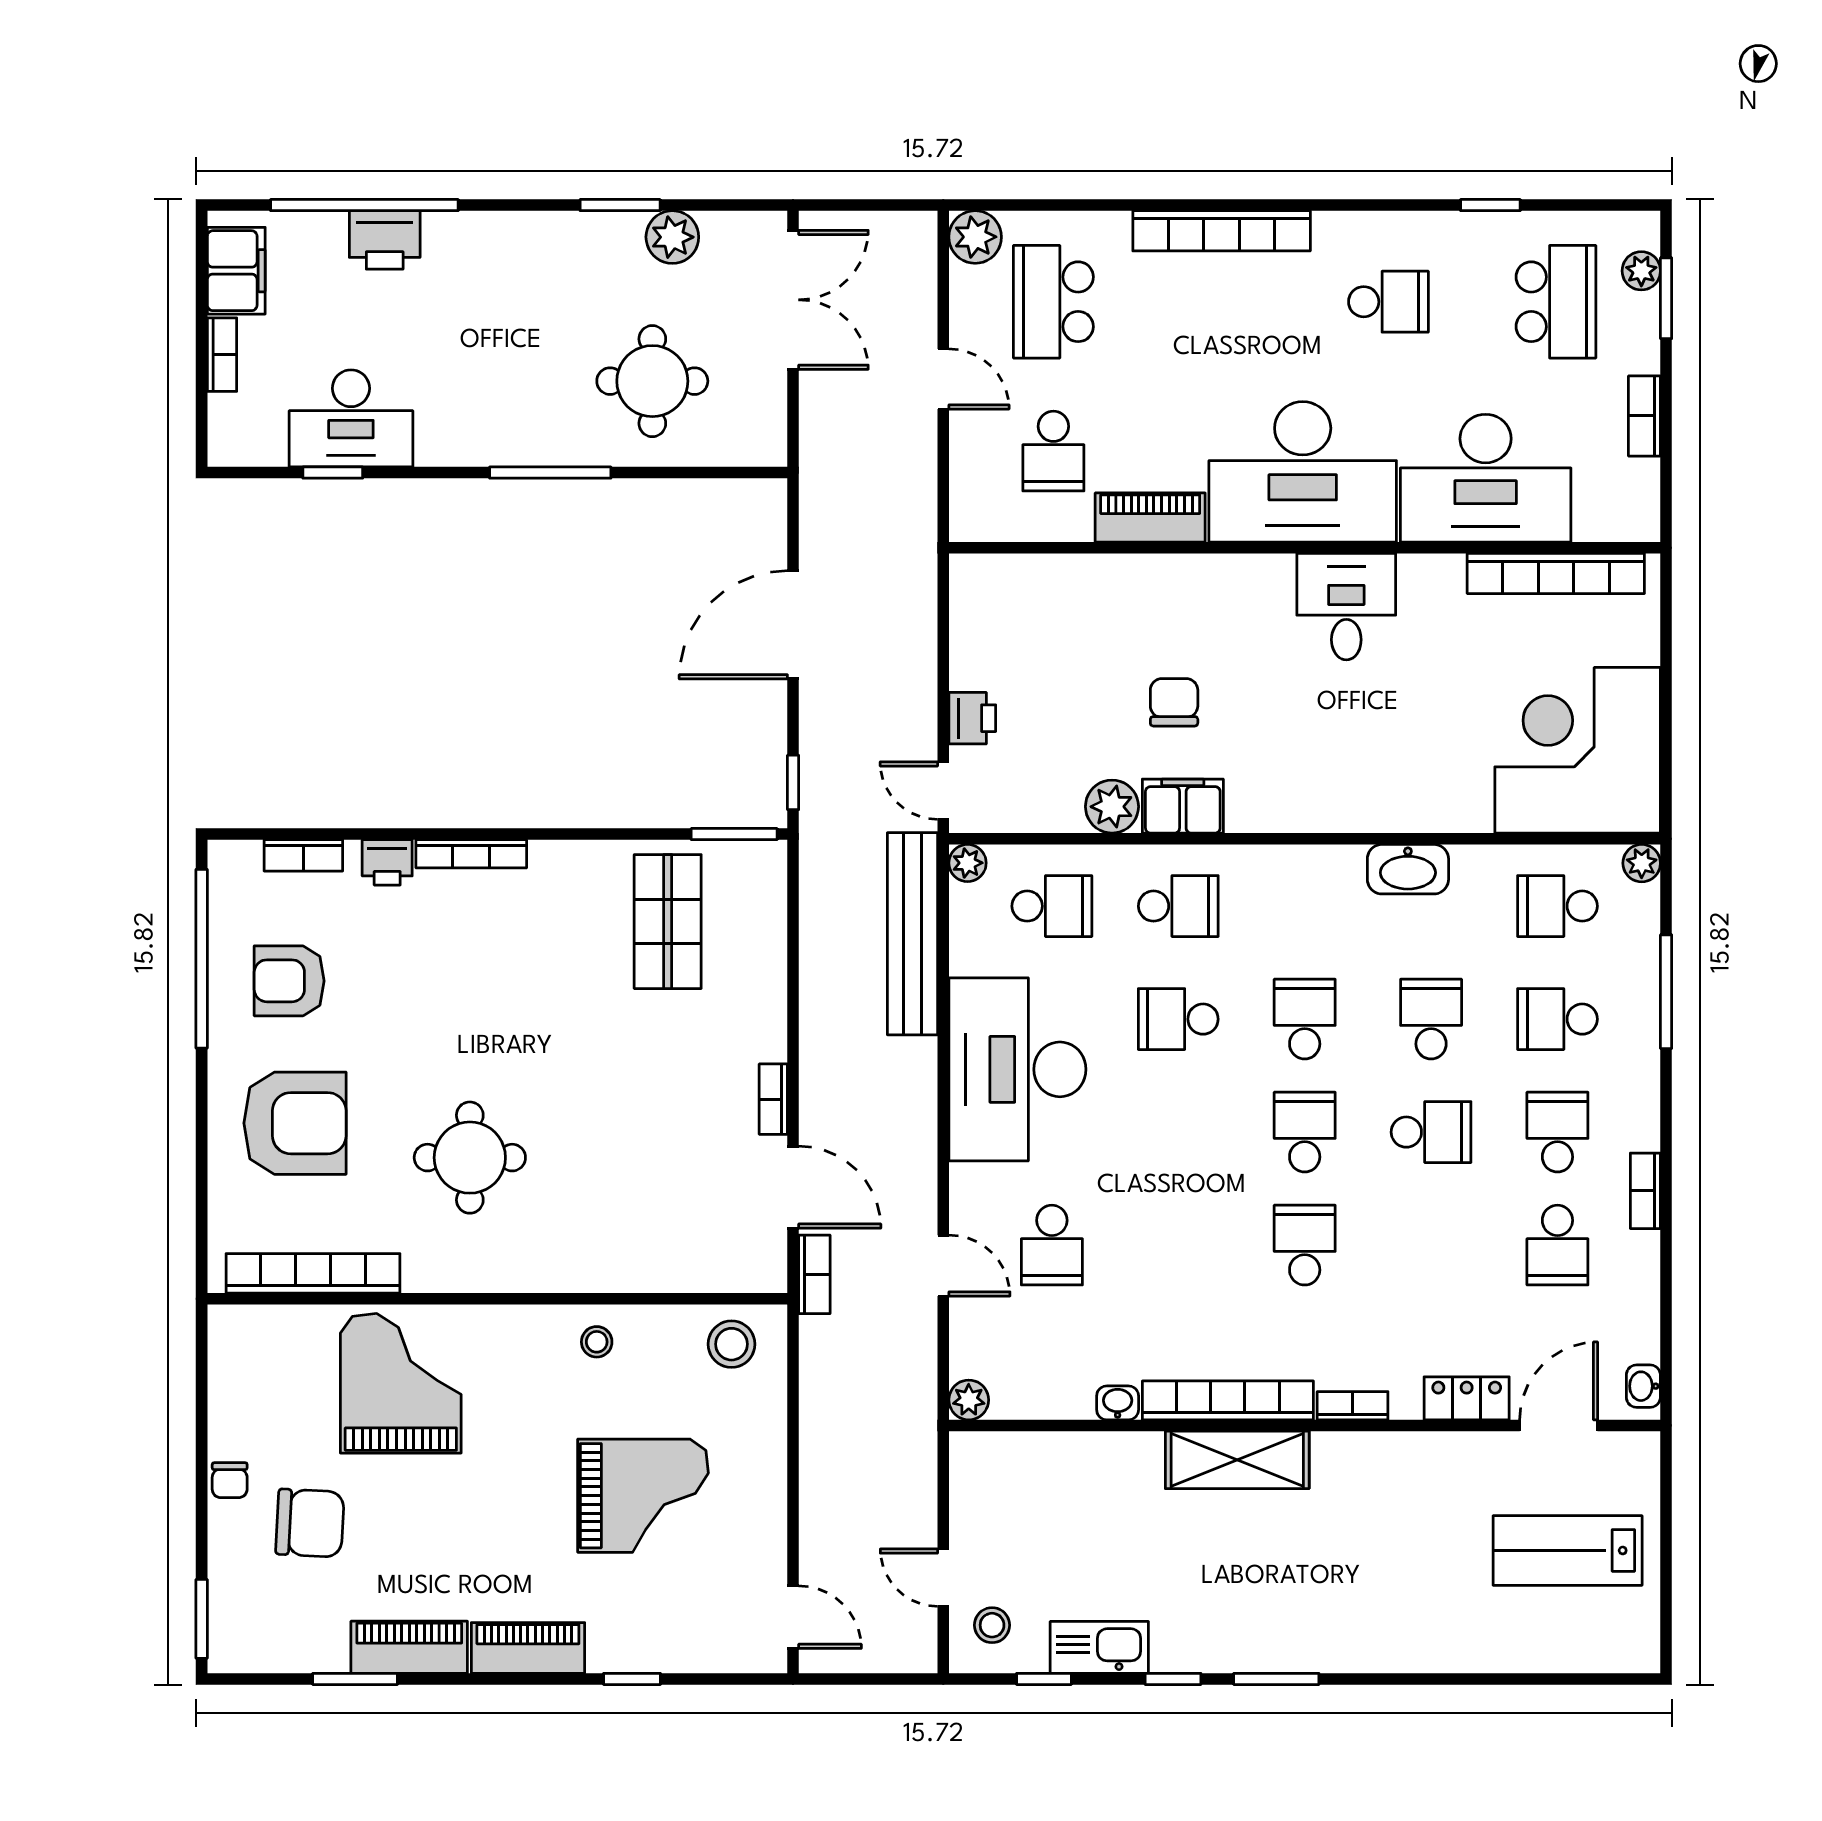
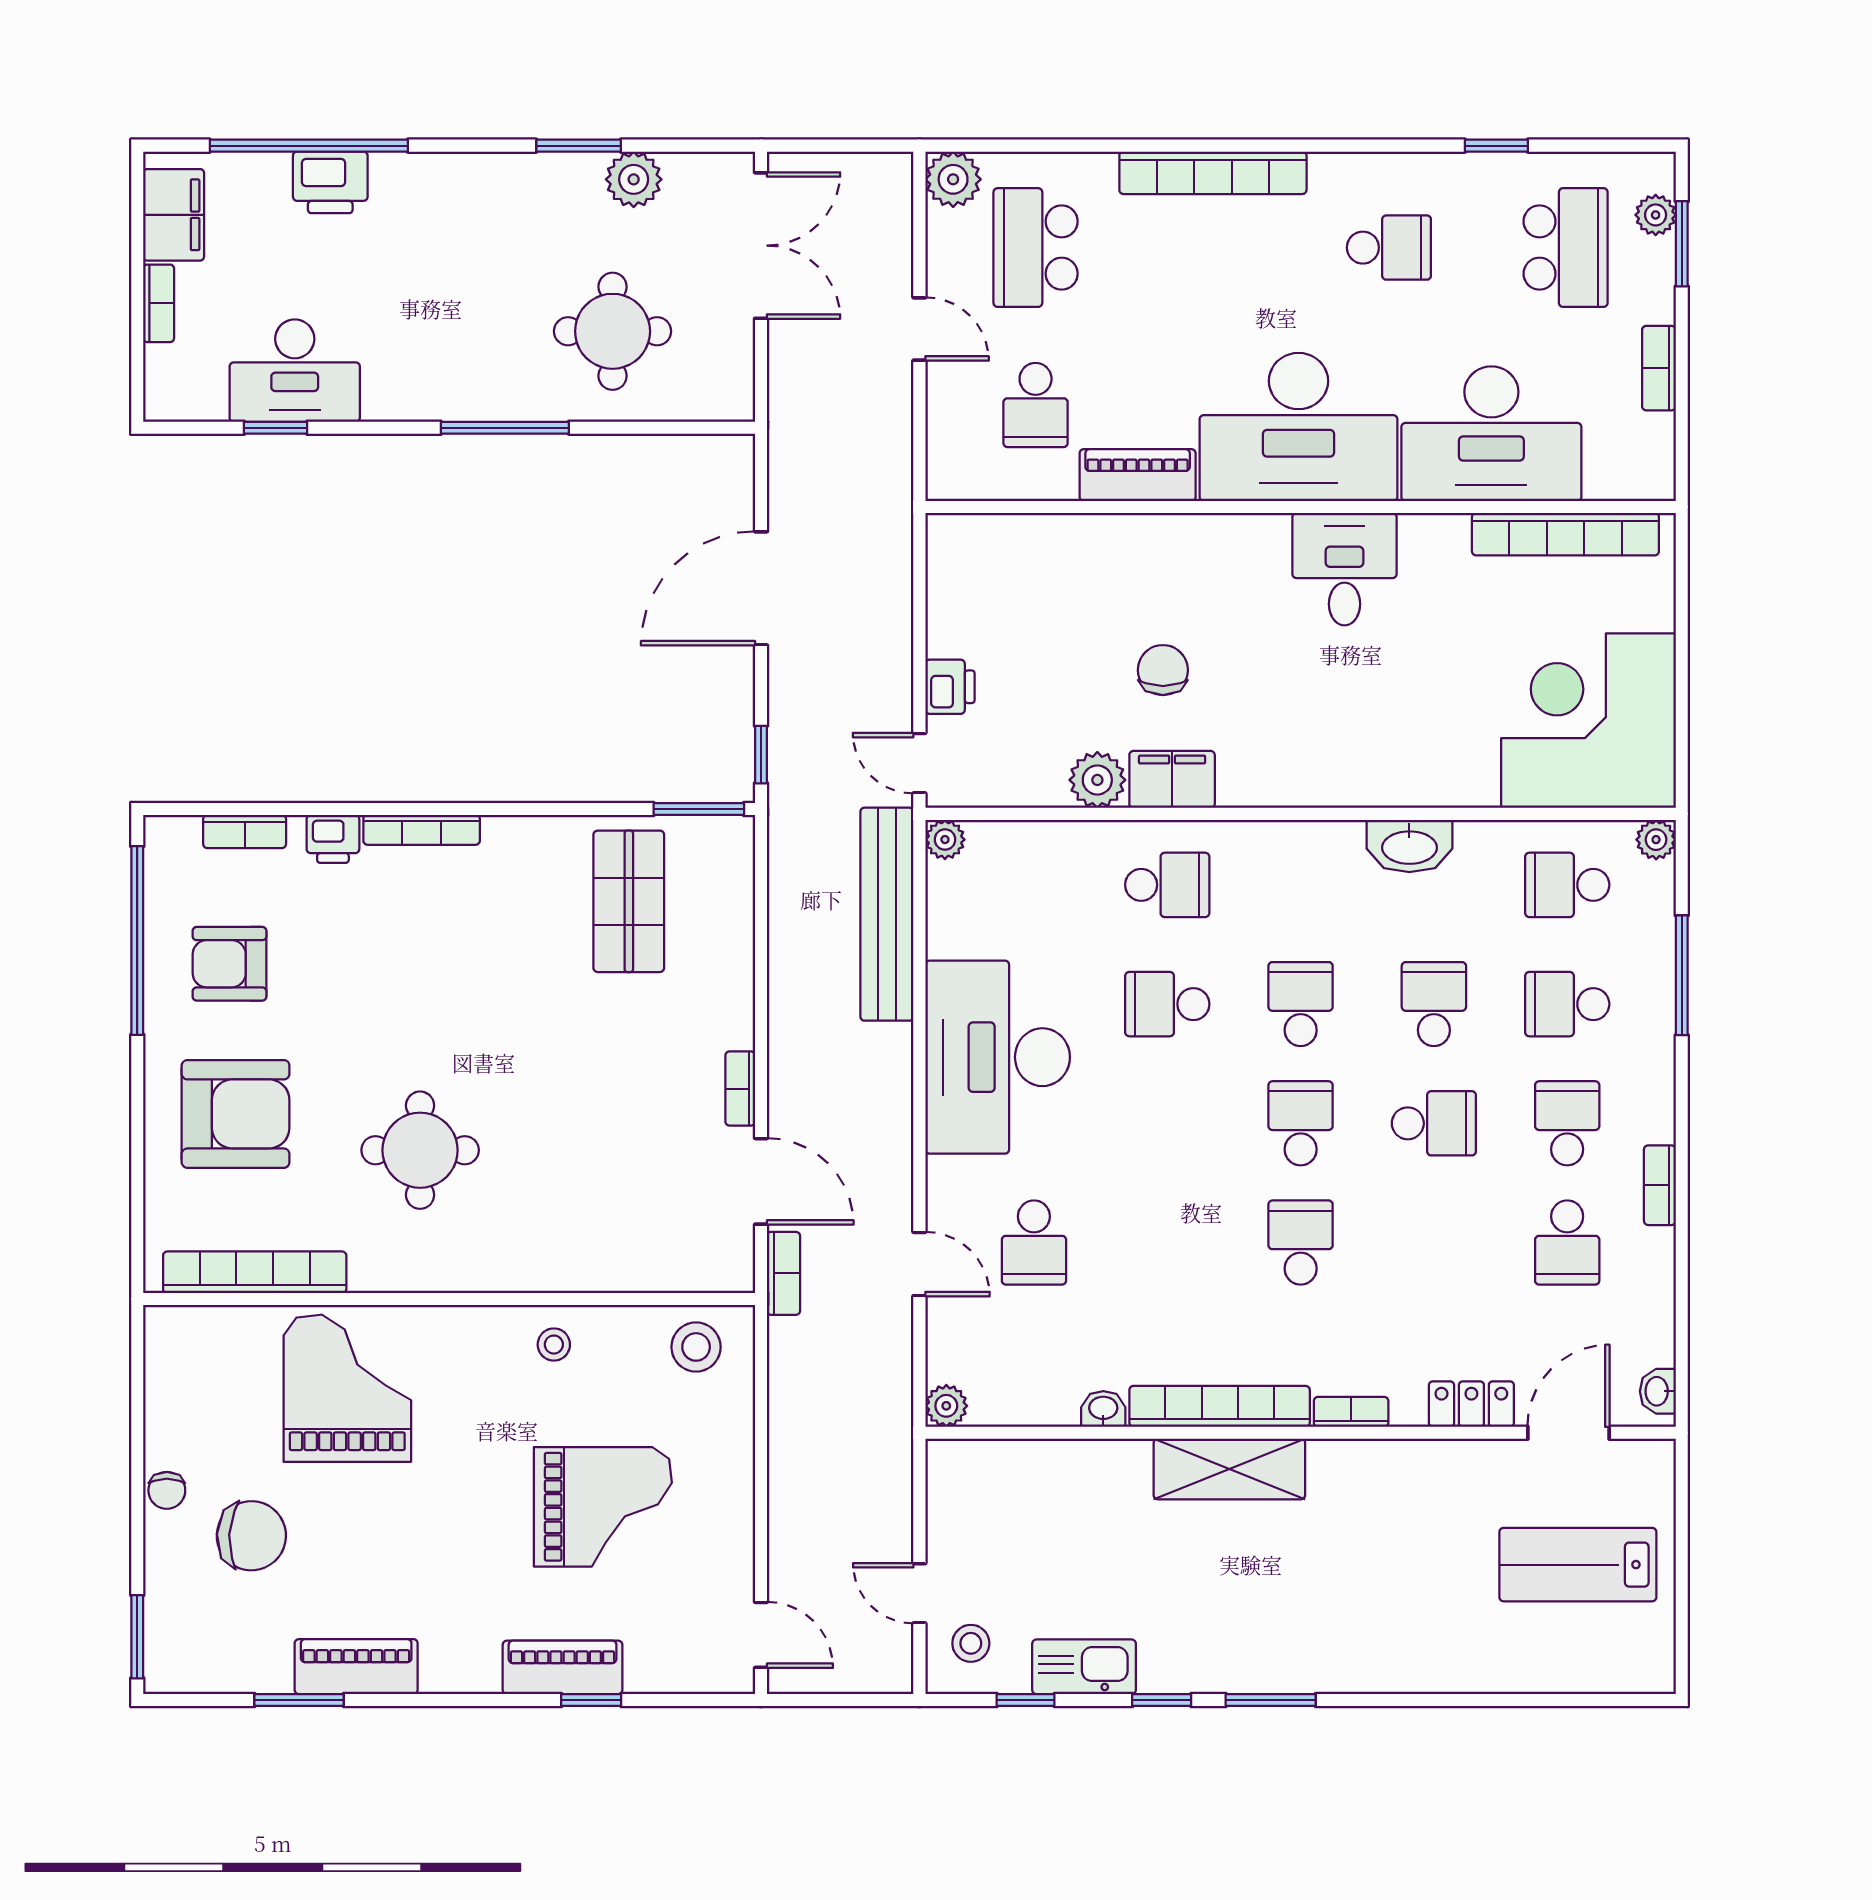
school desk: (1052, 906) -> (1034, 885), removed
piano: (528, 1648) -> (563, 1667), moved

